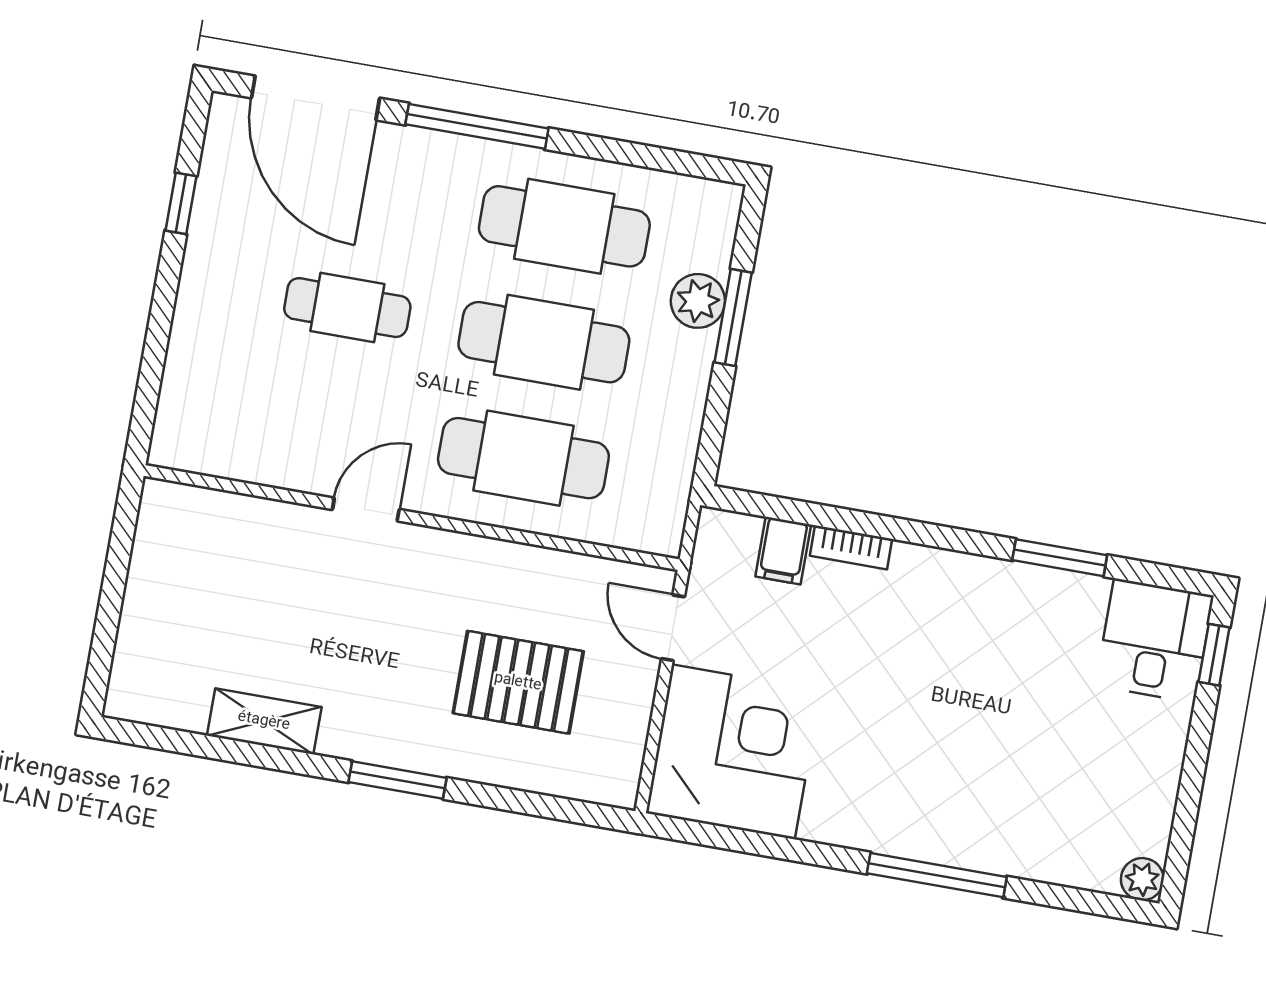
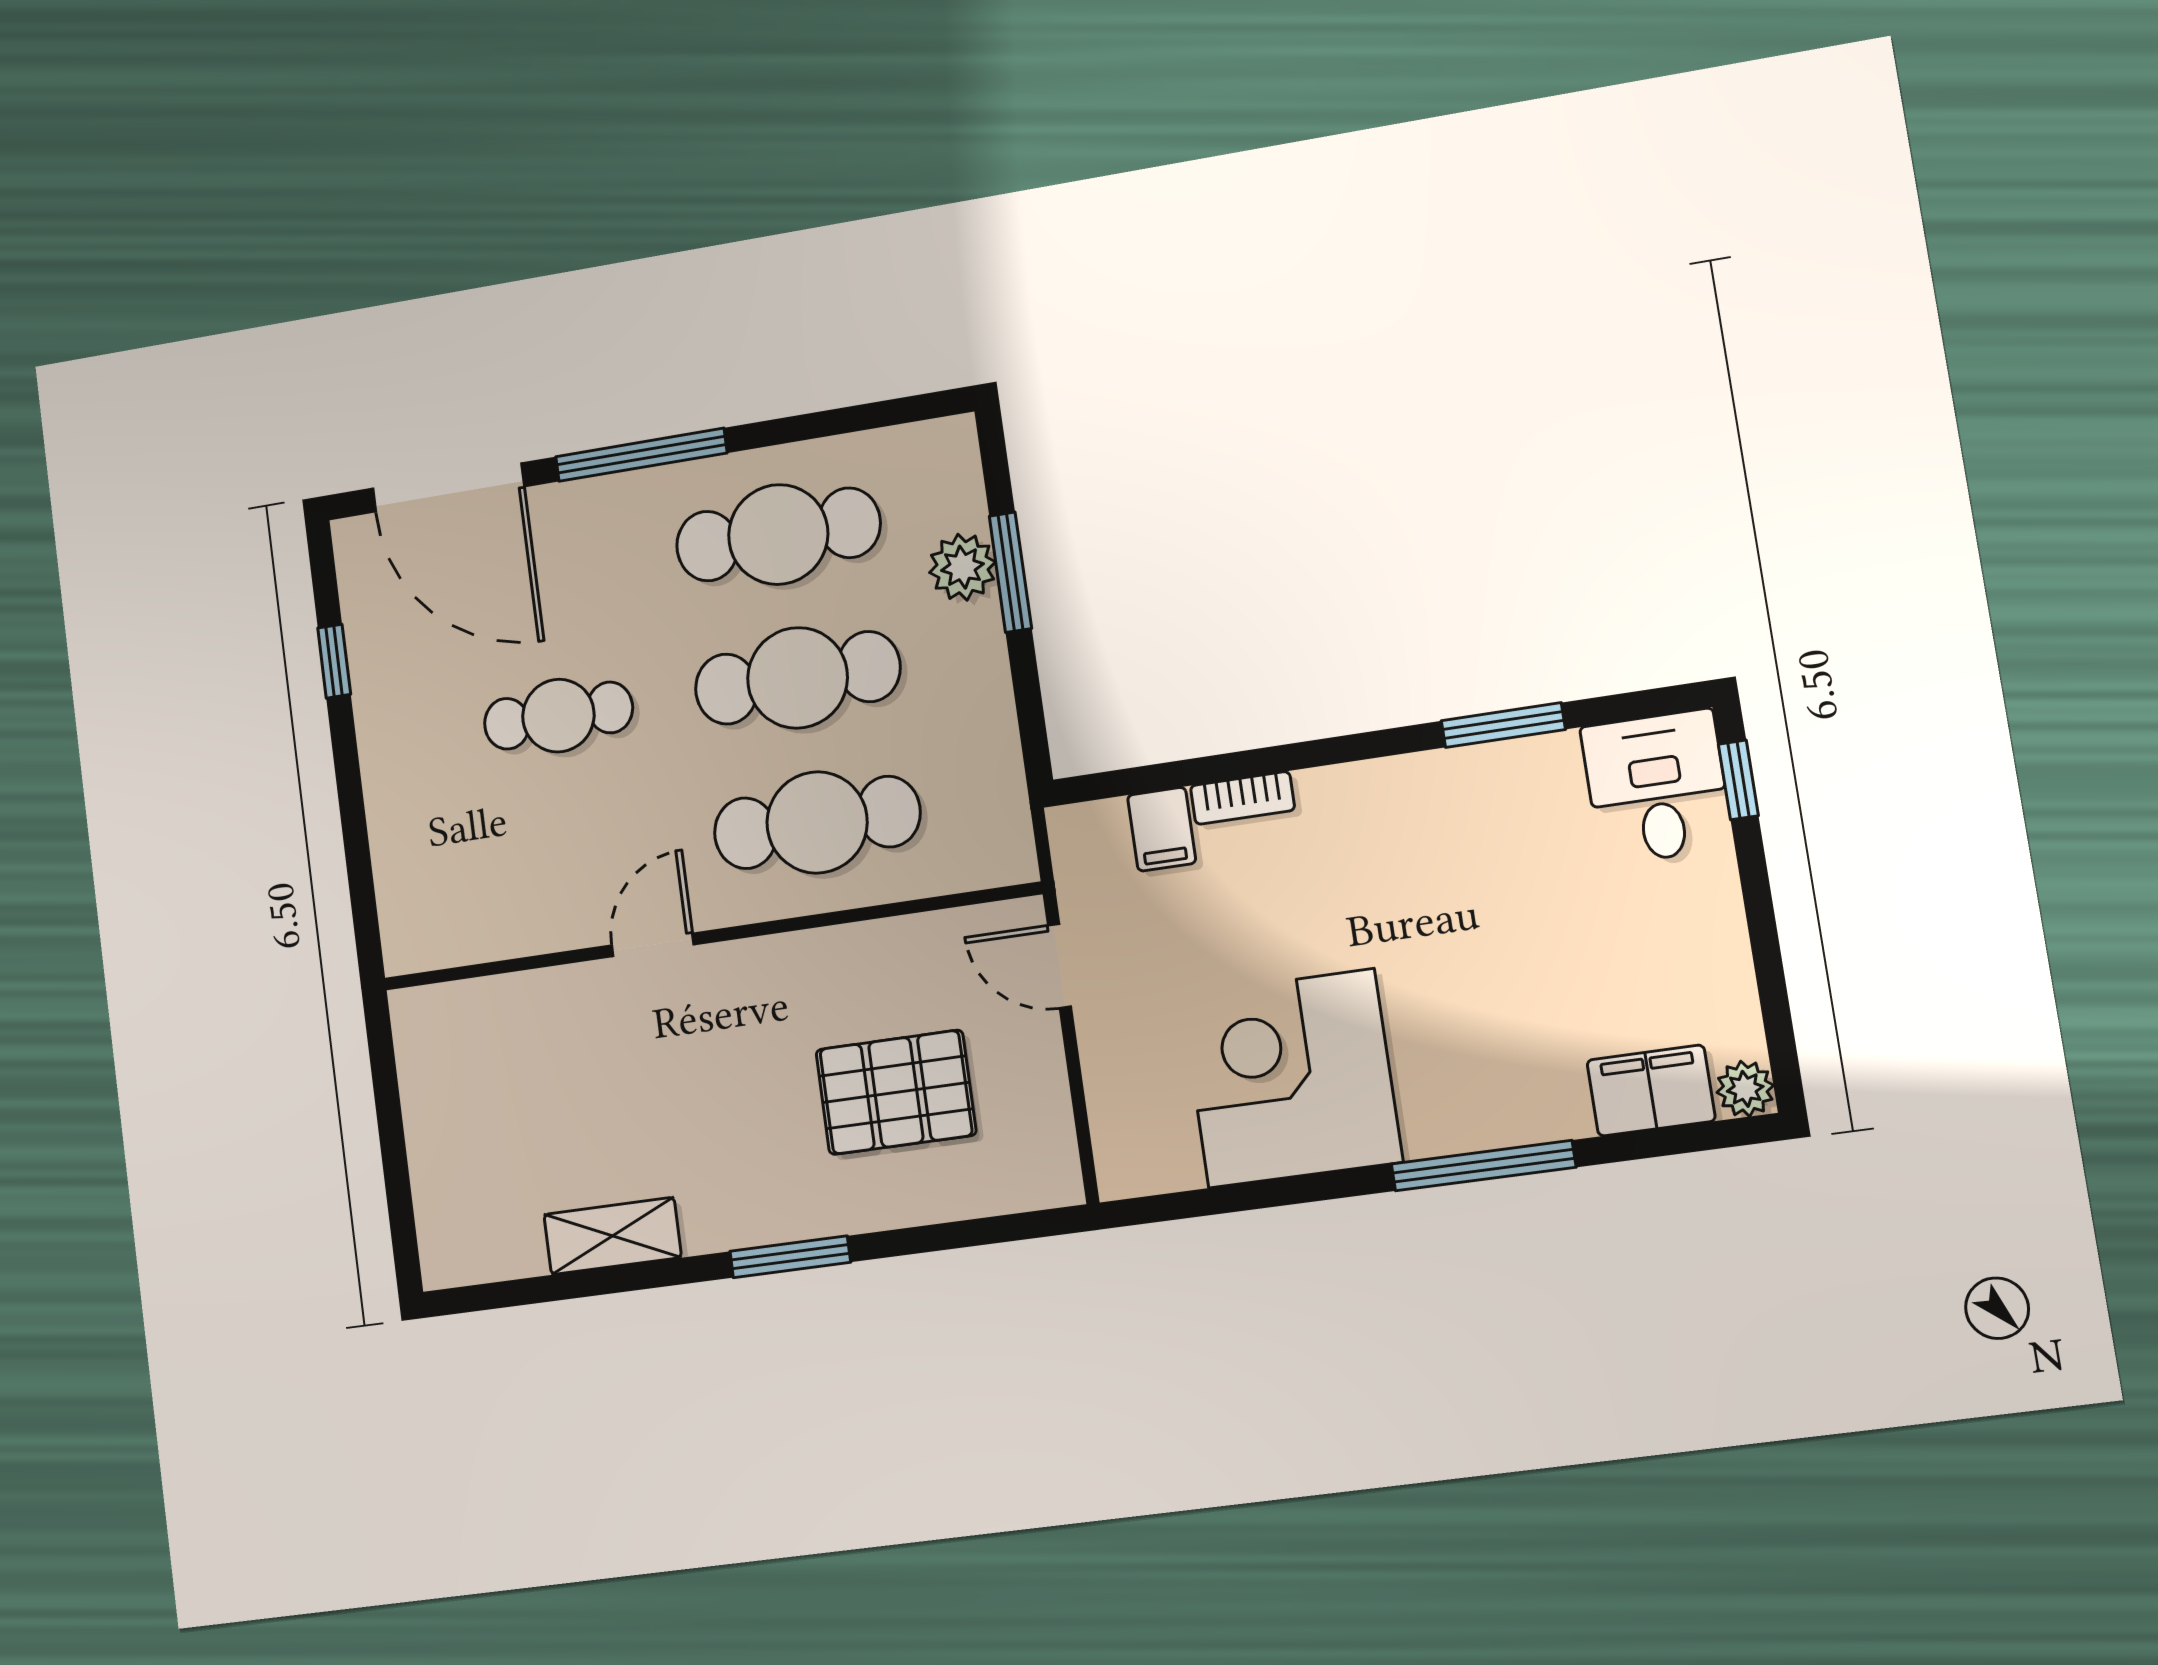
corner desk: (733, 752) -> (1291, 1078), moved, turned -90
filing cabinet: (1075, 859) -> (1651, 1091), added

